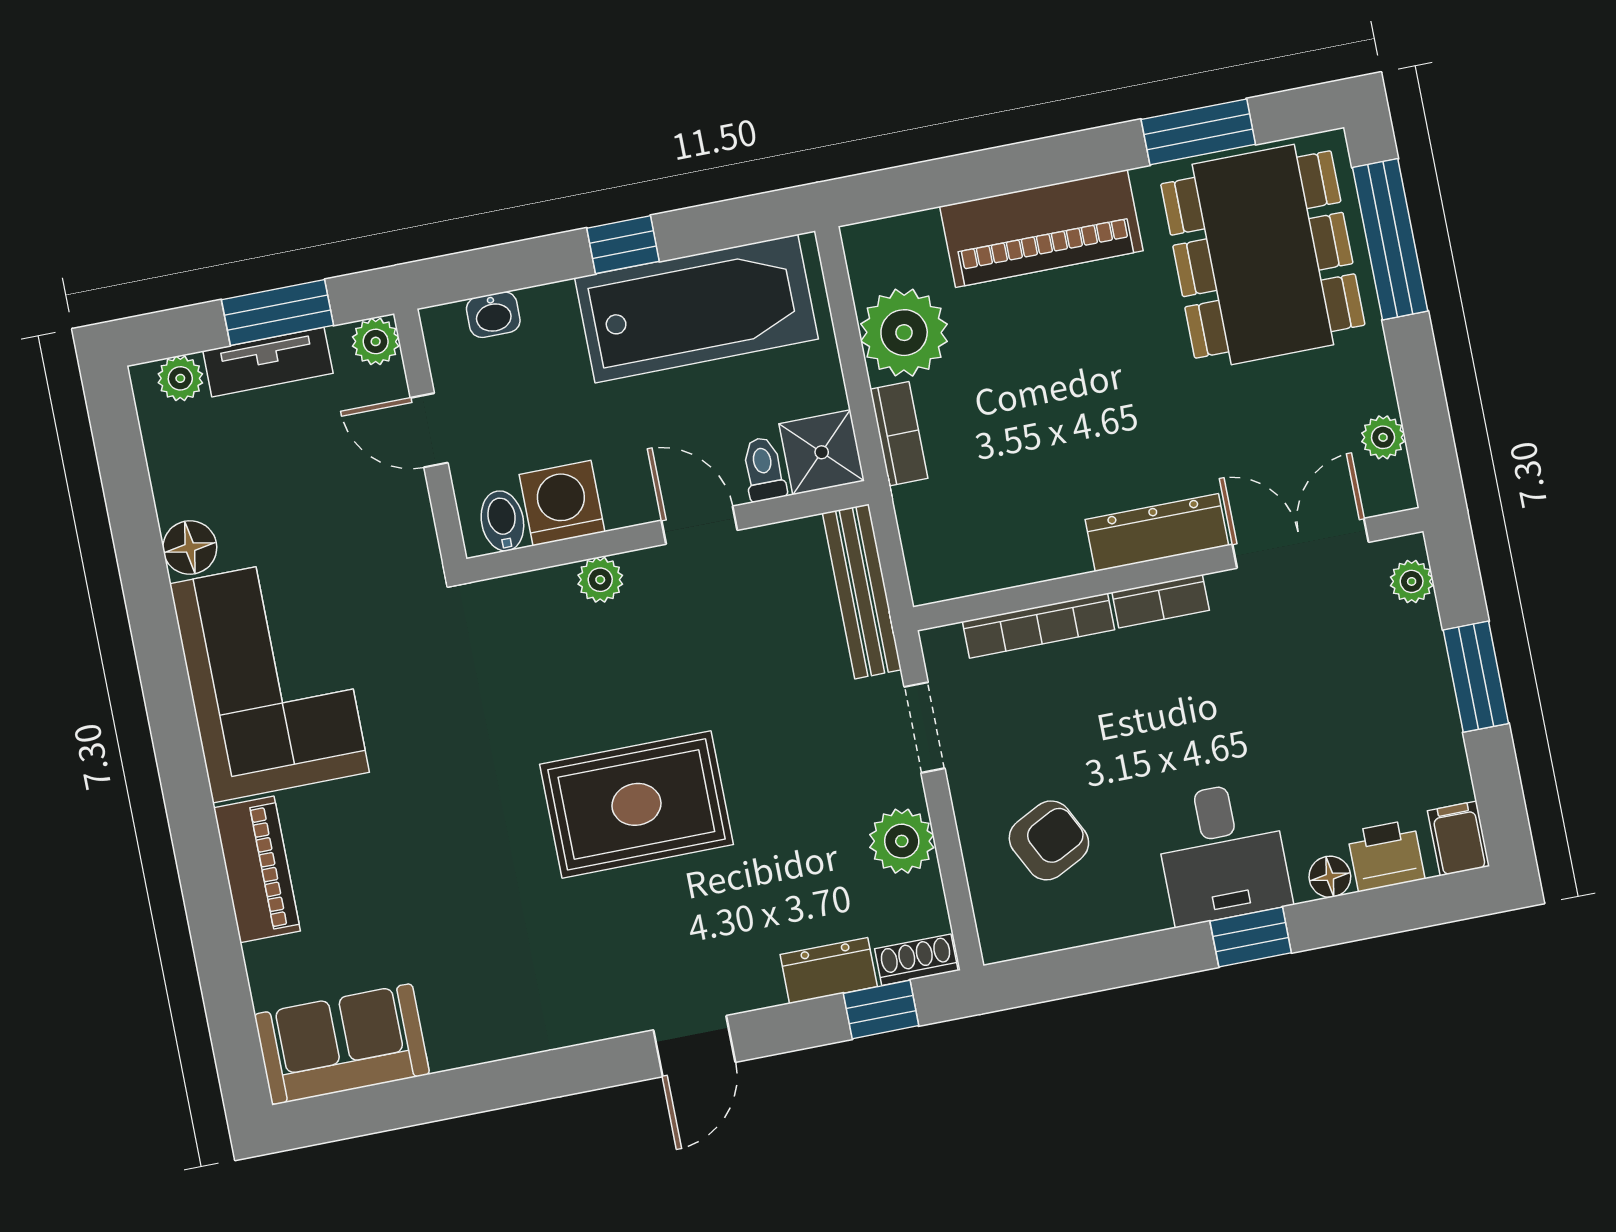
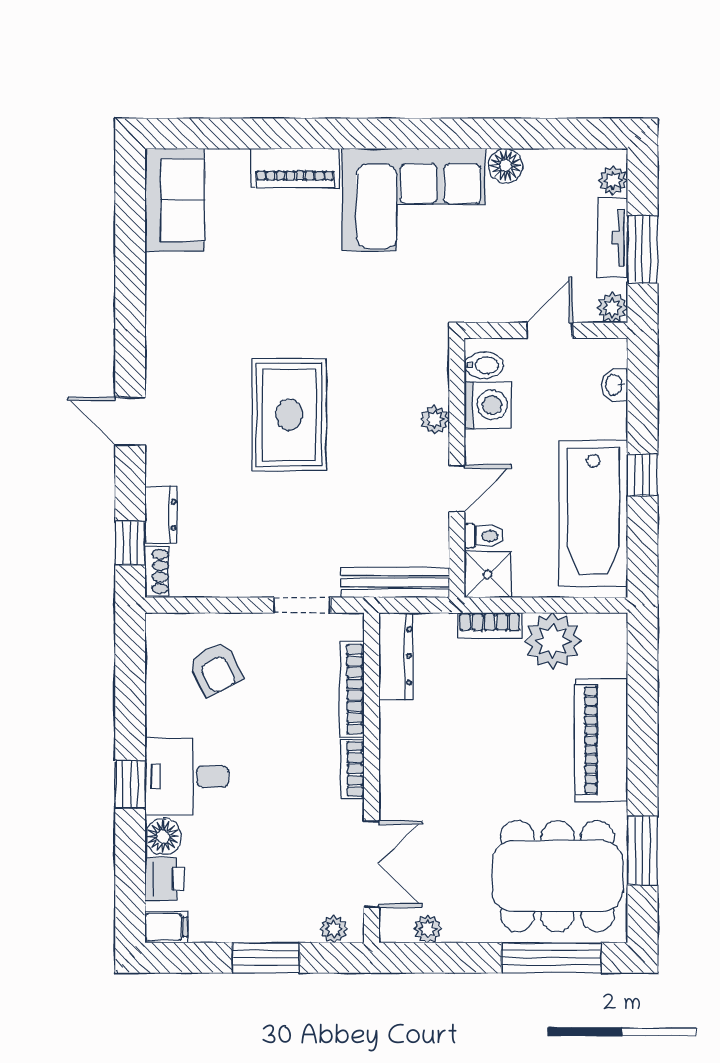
dresser: (1157, 532) -> (396, 656), moved
plant: (902, 841) -> (233, 577), removed
floor lamp: (1330, 877) -> (163, 836), width x1.37, depth x1.37

